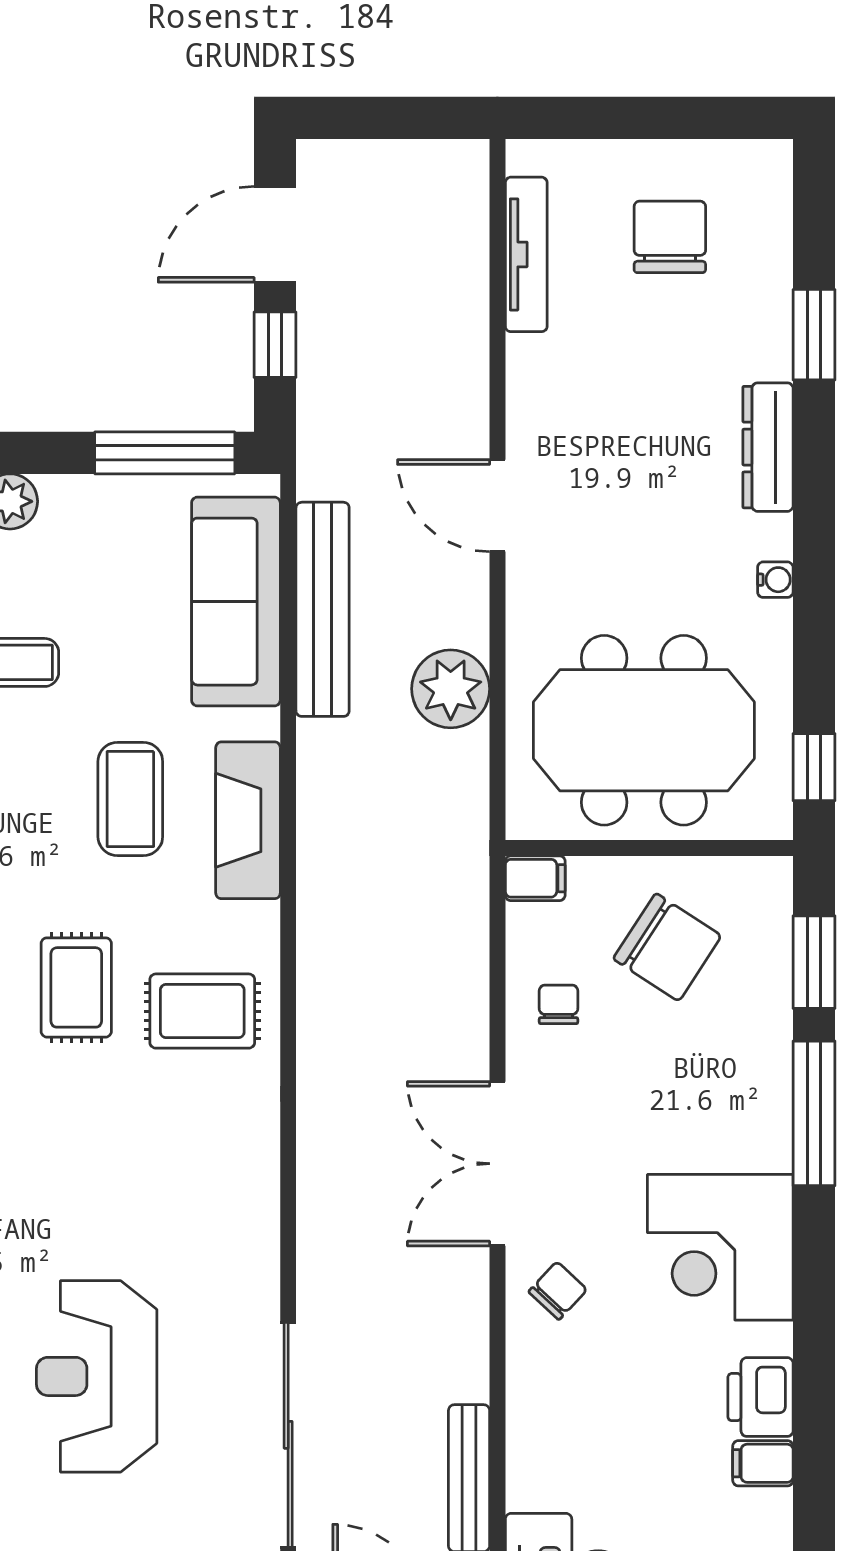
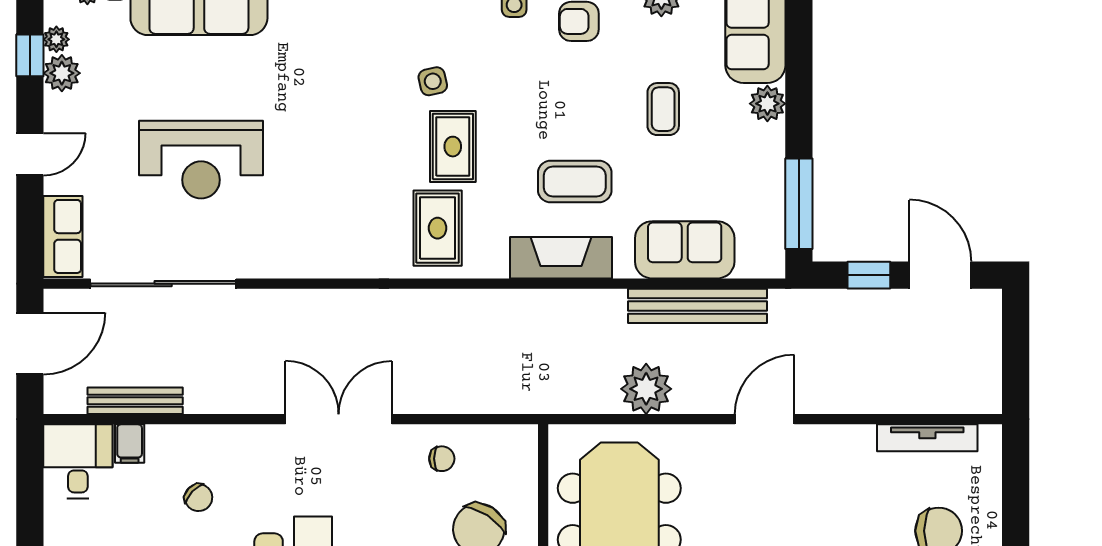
sofa: (236, 602) -> (685, 250), width x0.73
filing cabinet: (535, 878) -> (130, 444), moved
rug: (76, 987) -> (453, 147), turned 90
chair: (558, 1291) -> (198, 498), moved
reception desk: (97, 1376) -> (201, 160), turned 180

